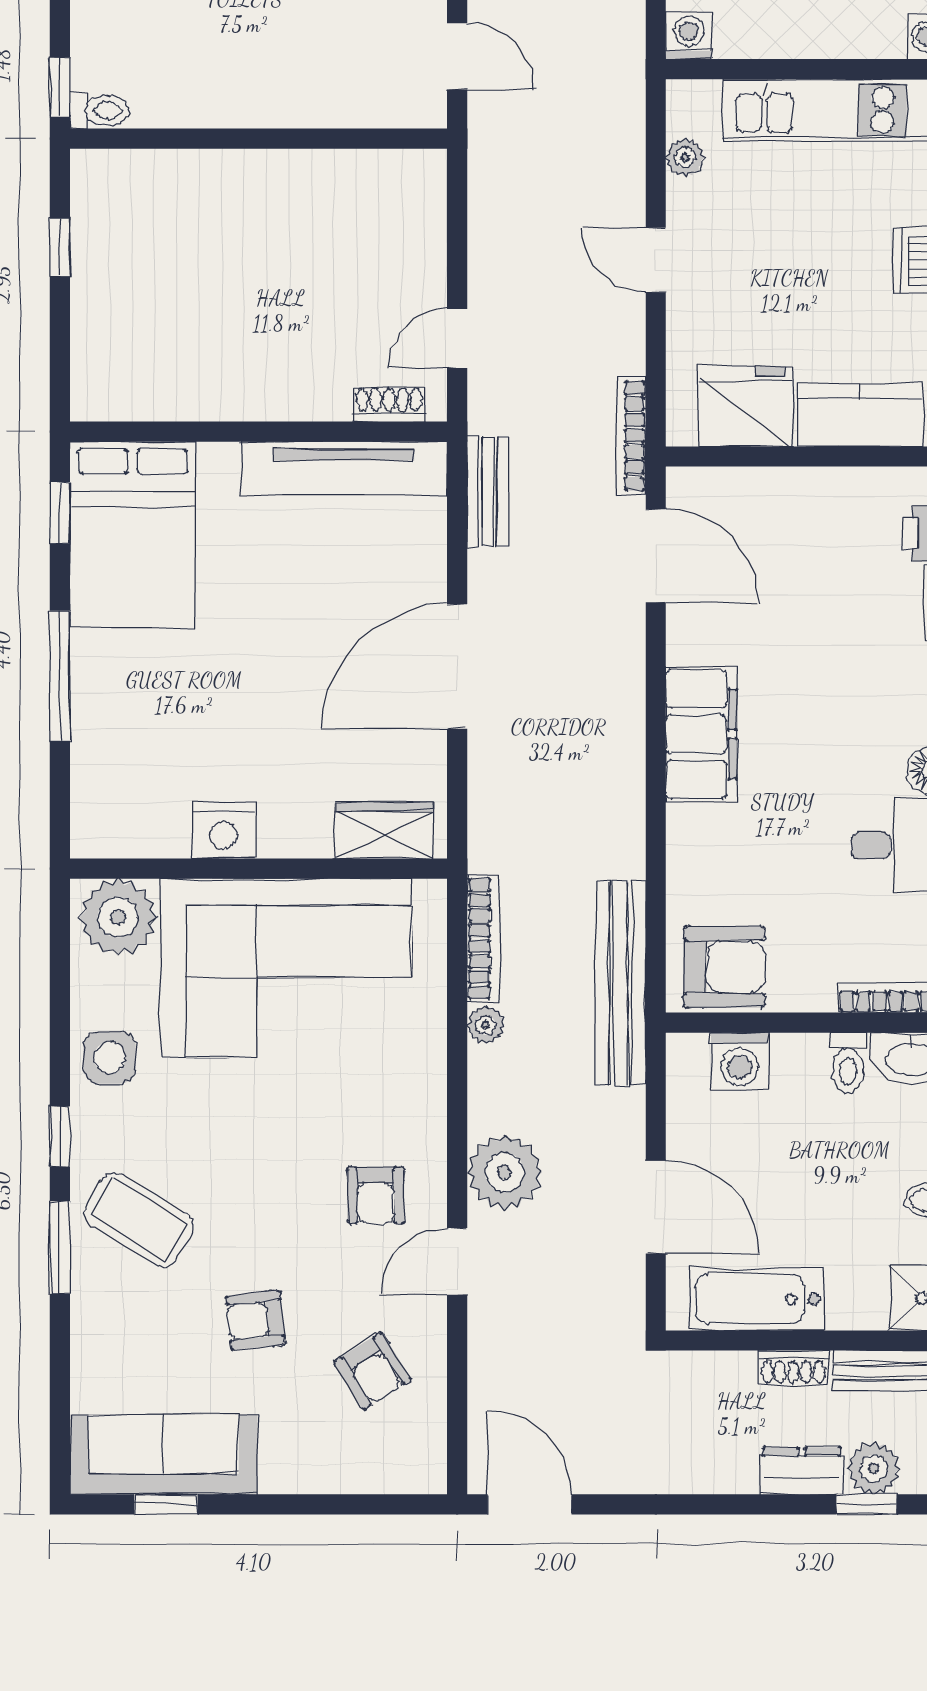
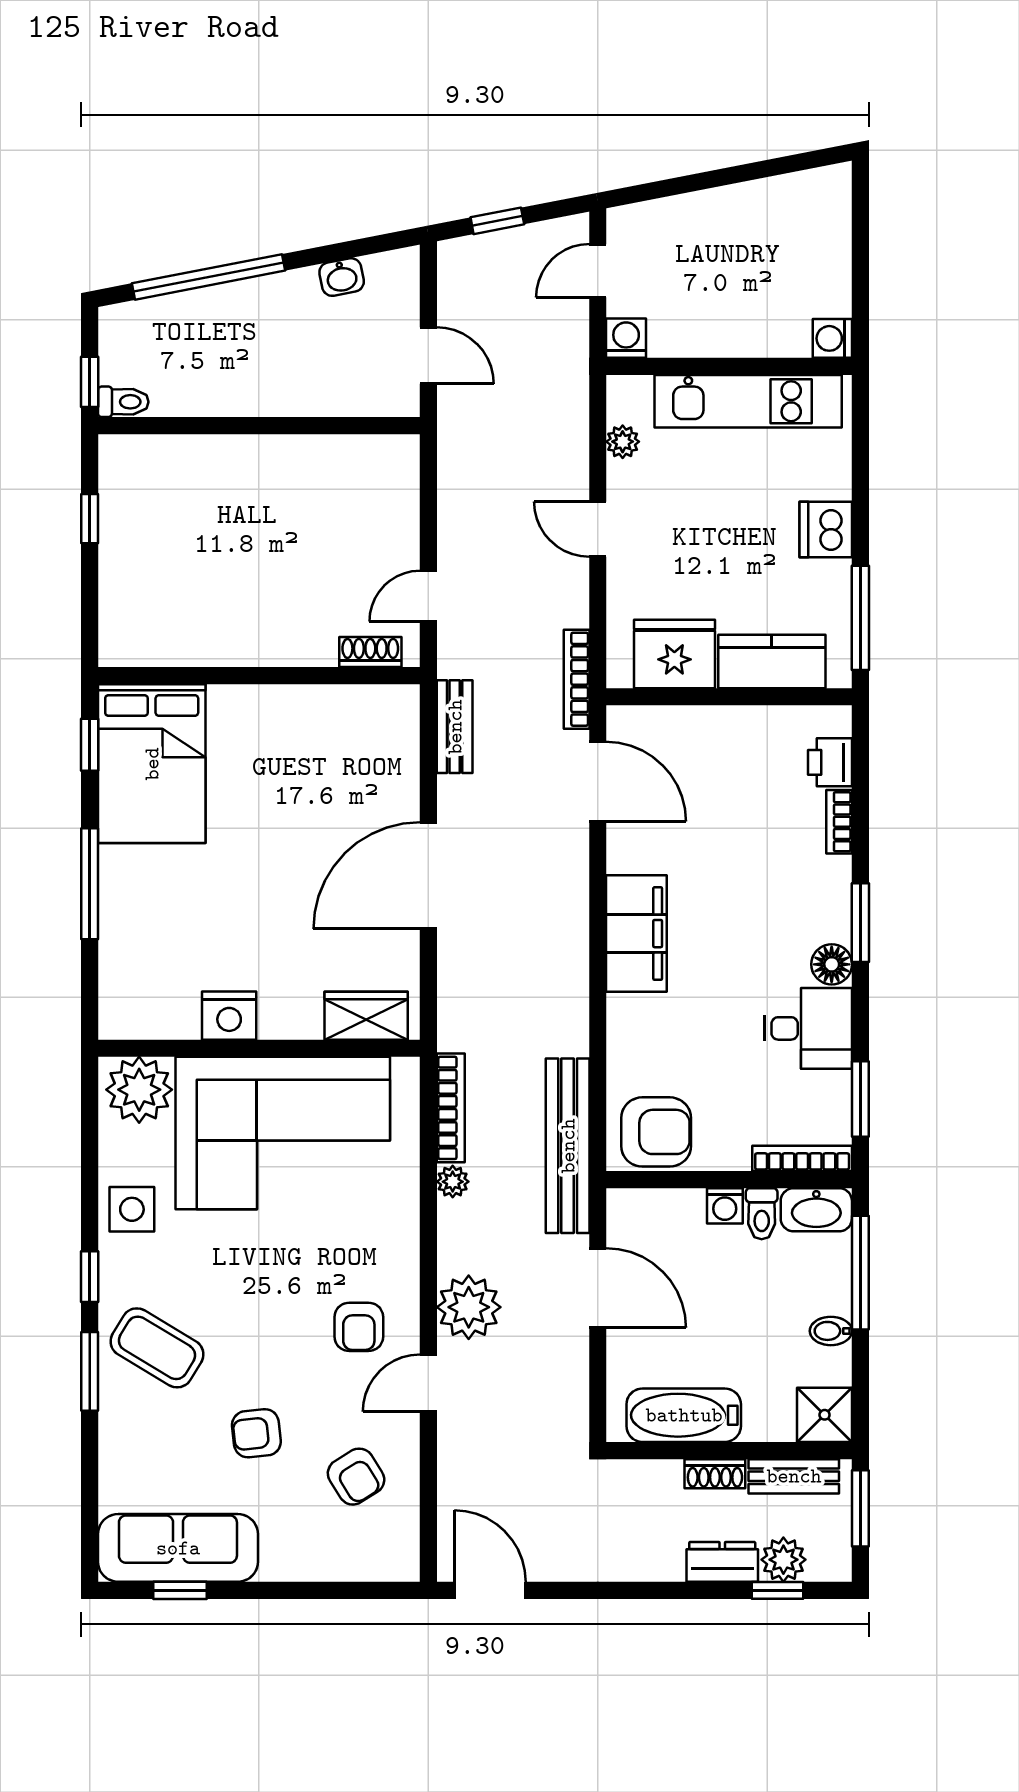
tv unit: (344, 468) -> (332, 707), removed
washing machine: (740, 1061) -> (725, 1206), moved, width x0.73, depth x0.73
door: (656, 1207) -> (598, 1288), moved

